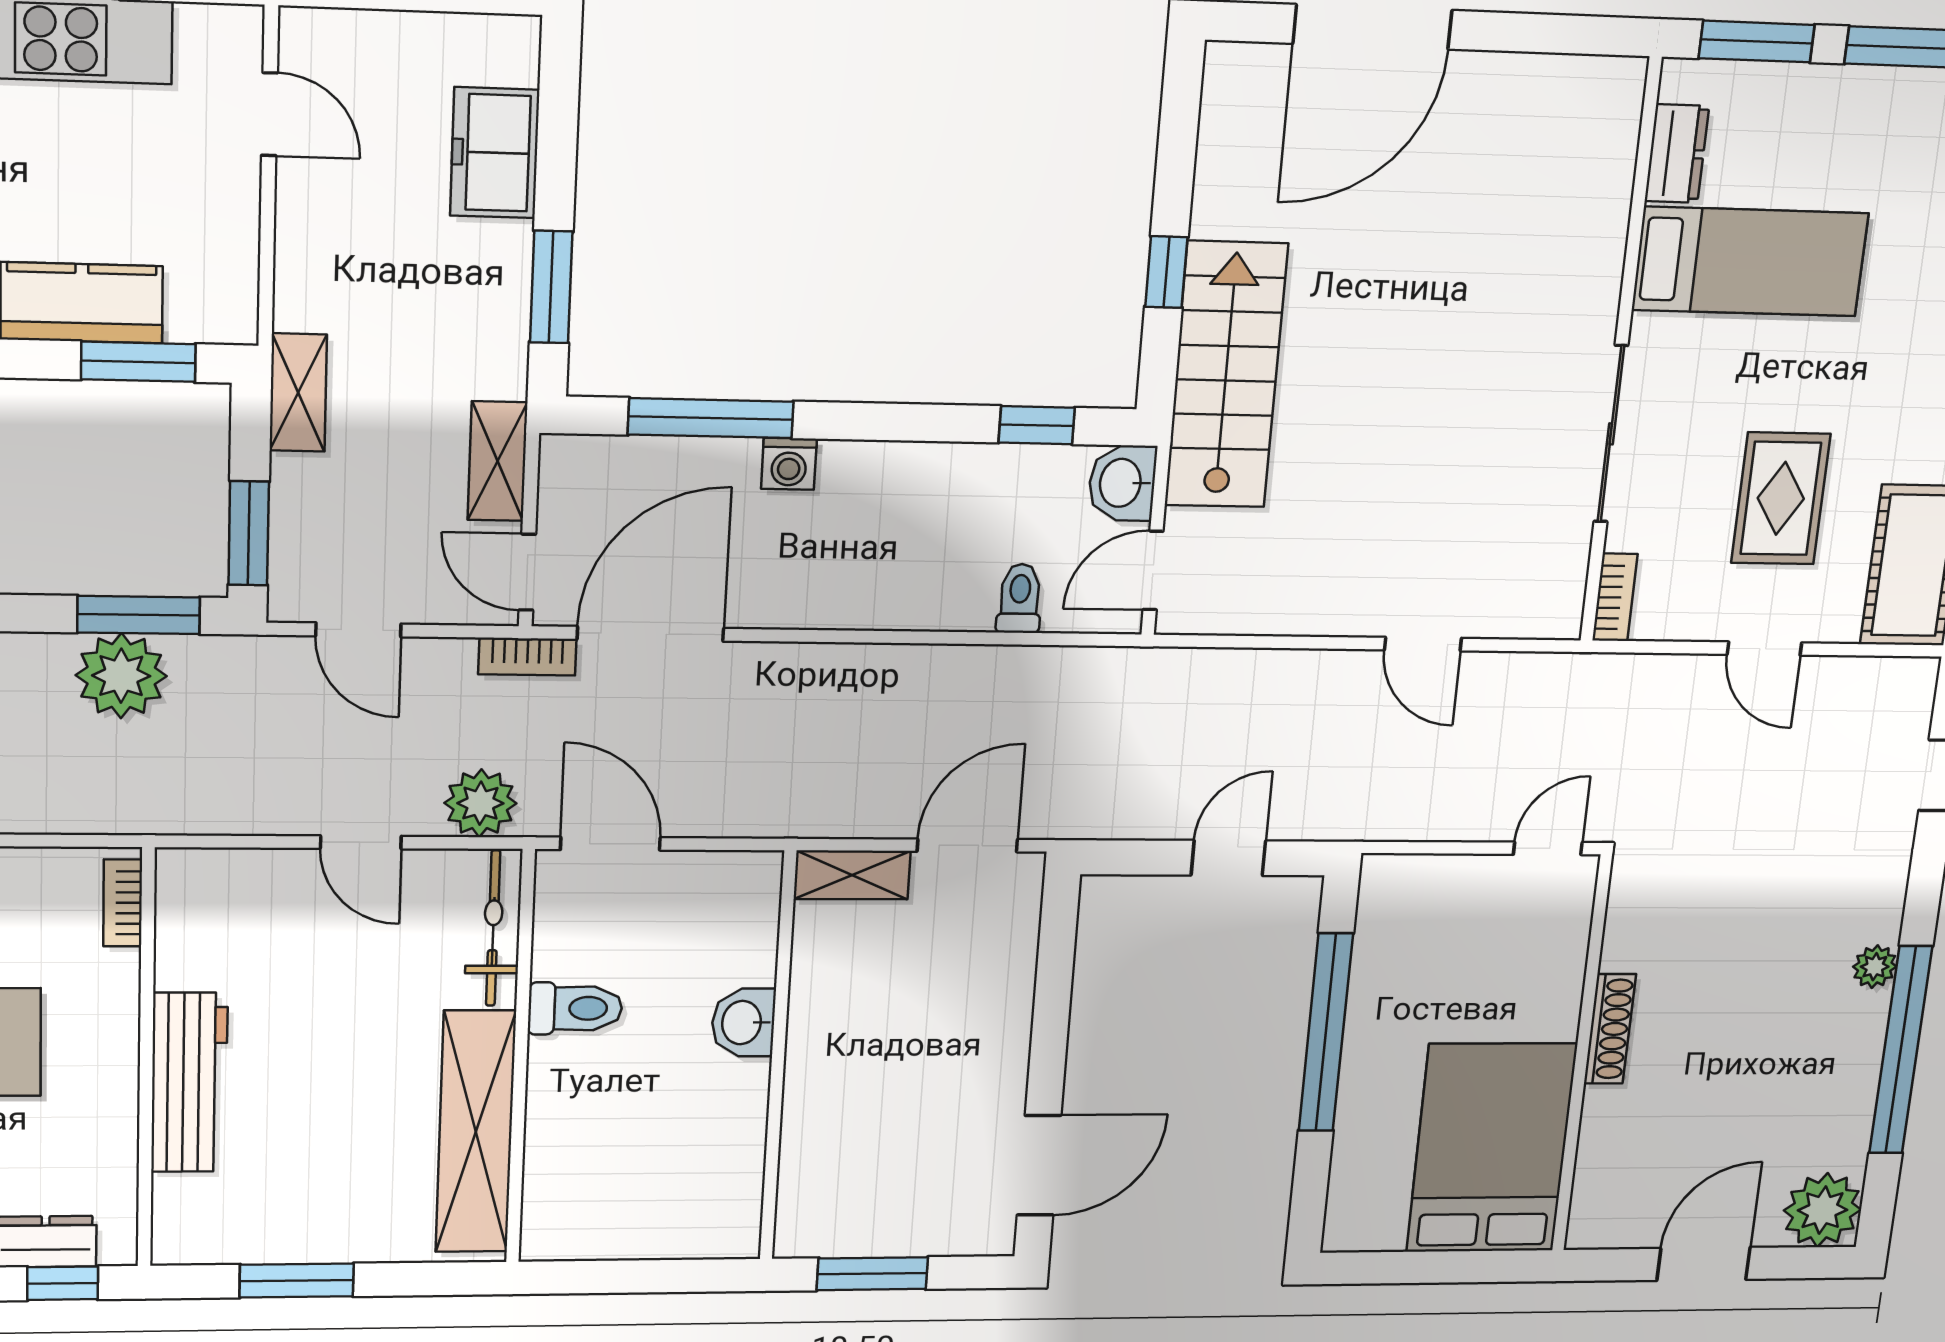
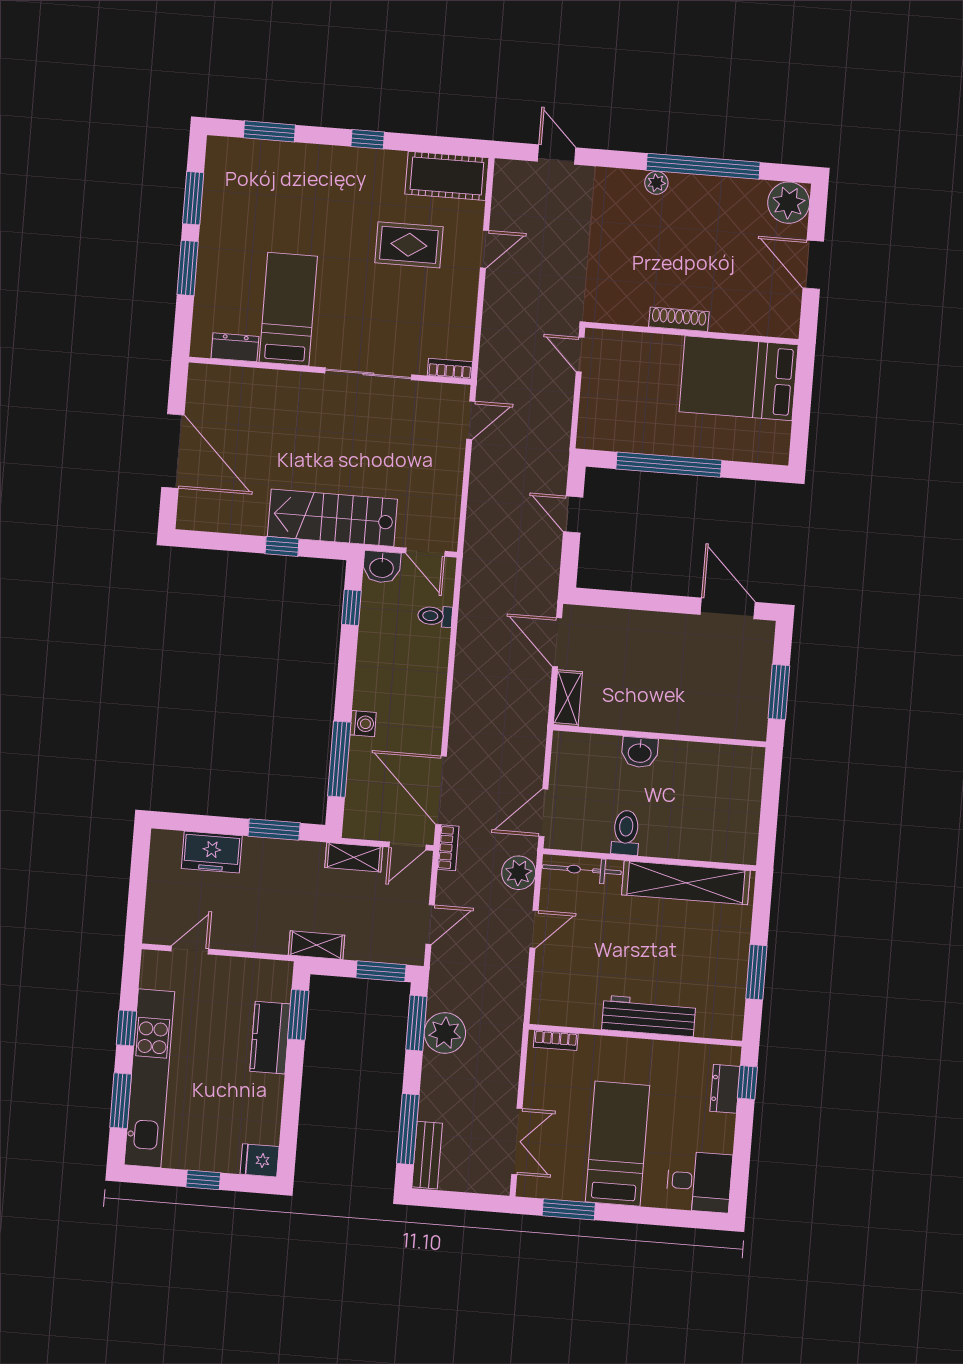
dresser: (1677, 154) -> (235, 347), moved
bed: (1750, 262) -> (288, 309), moved
wall: (1620, 355) -> (330, 371), moved
sliding door: (1611, 434) -> (368, 374), moved
bookcase: (1615, 597) -> (450, 369), moved

